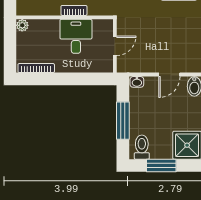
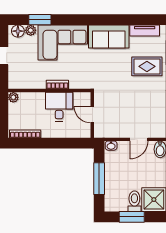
door: (115, 46) -> (92, 115), swing flipped
toilet: (142, 147) -> (134, 201), moved

